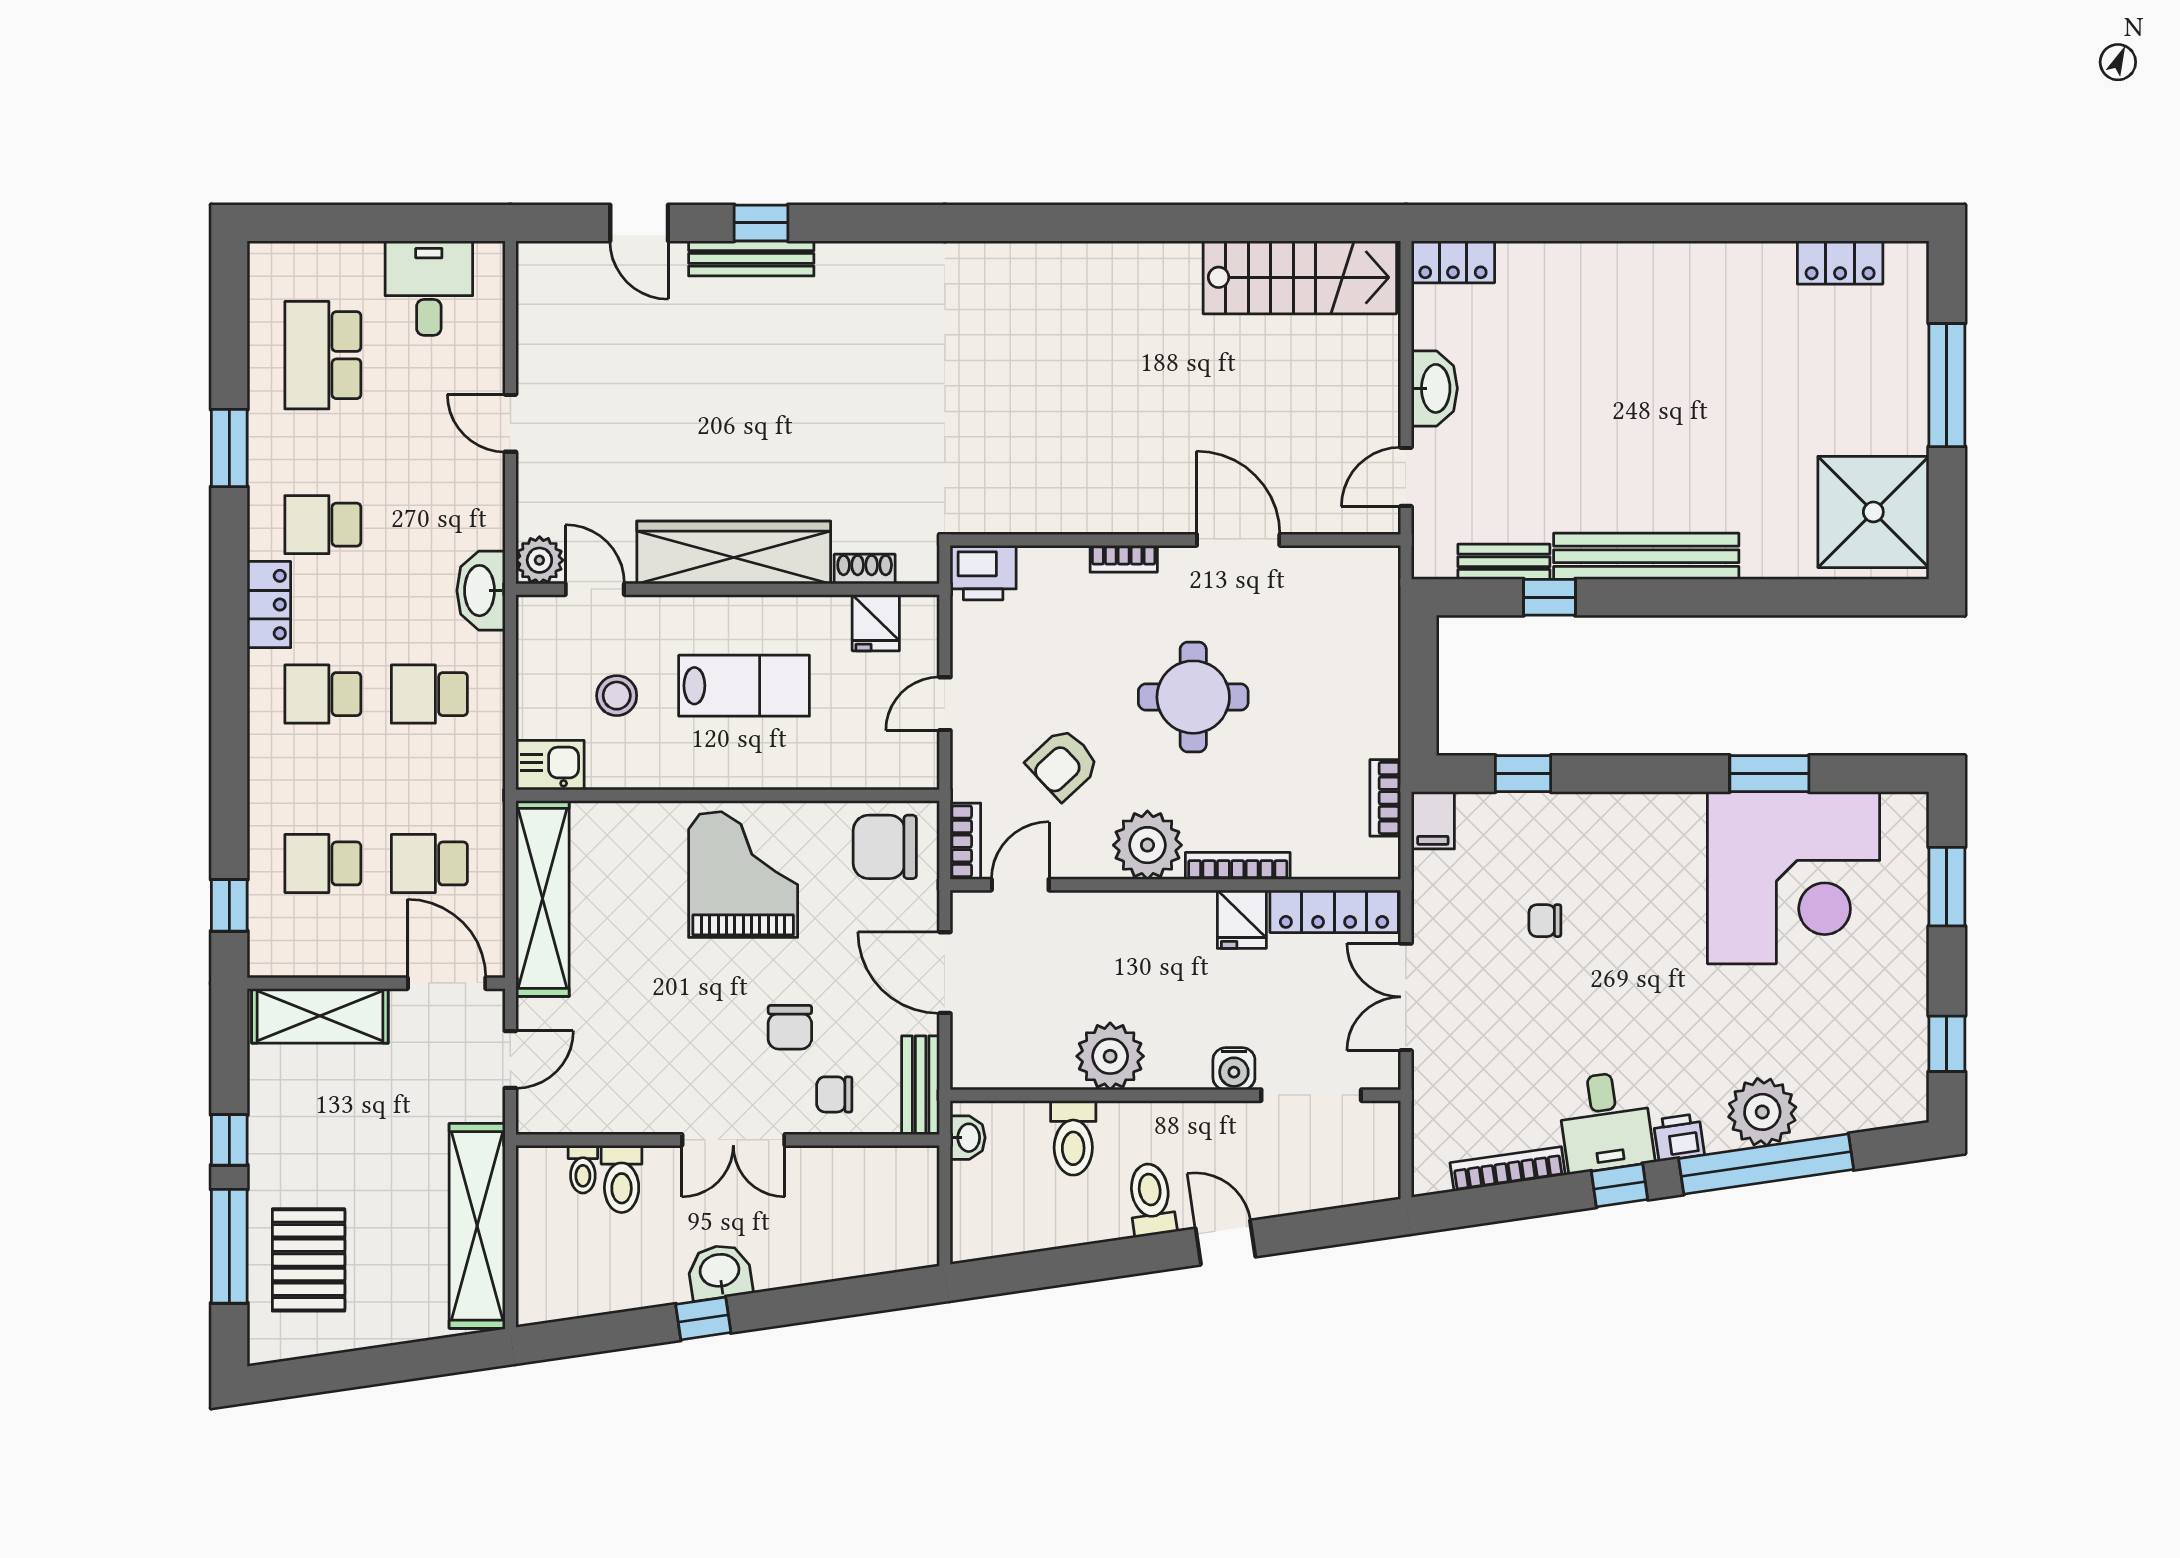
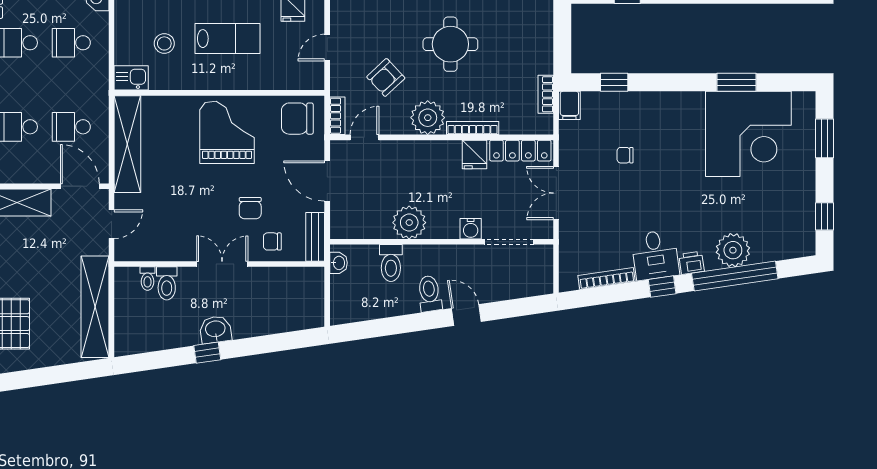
double door: (733, 1140) -> (222, 264), swing flipped

